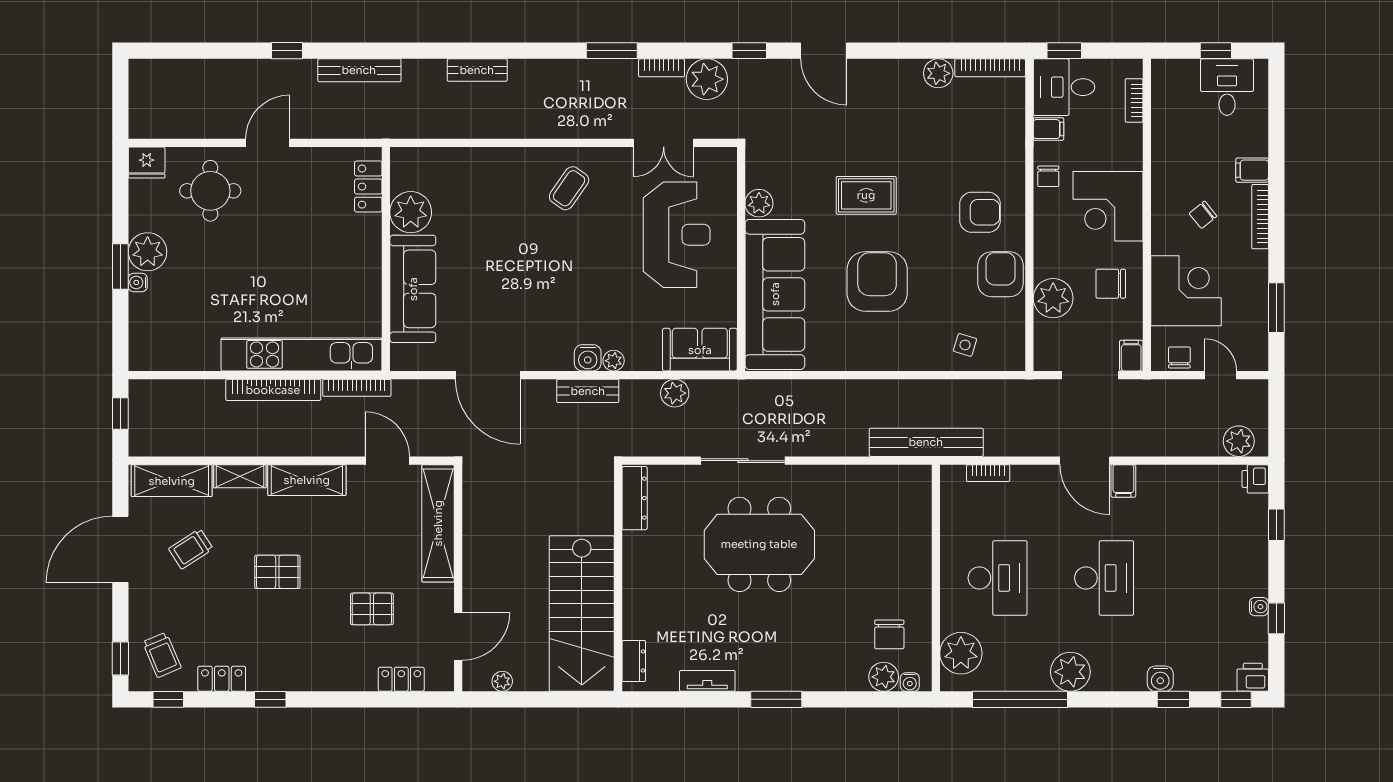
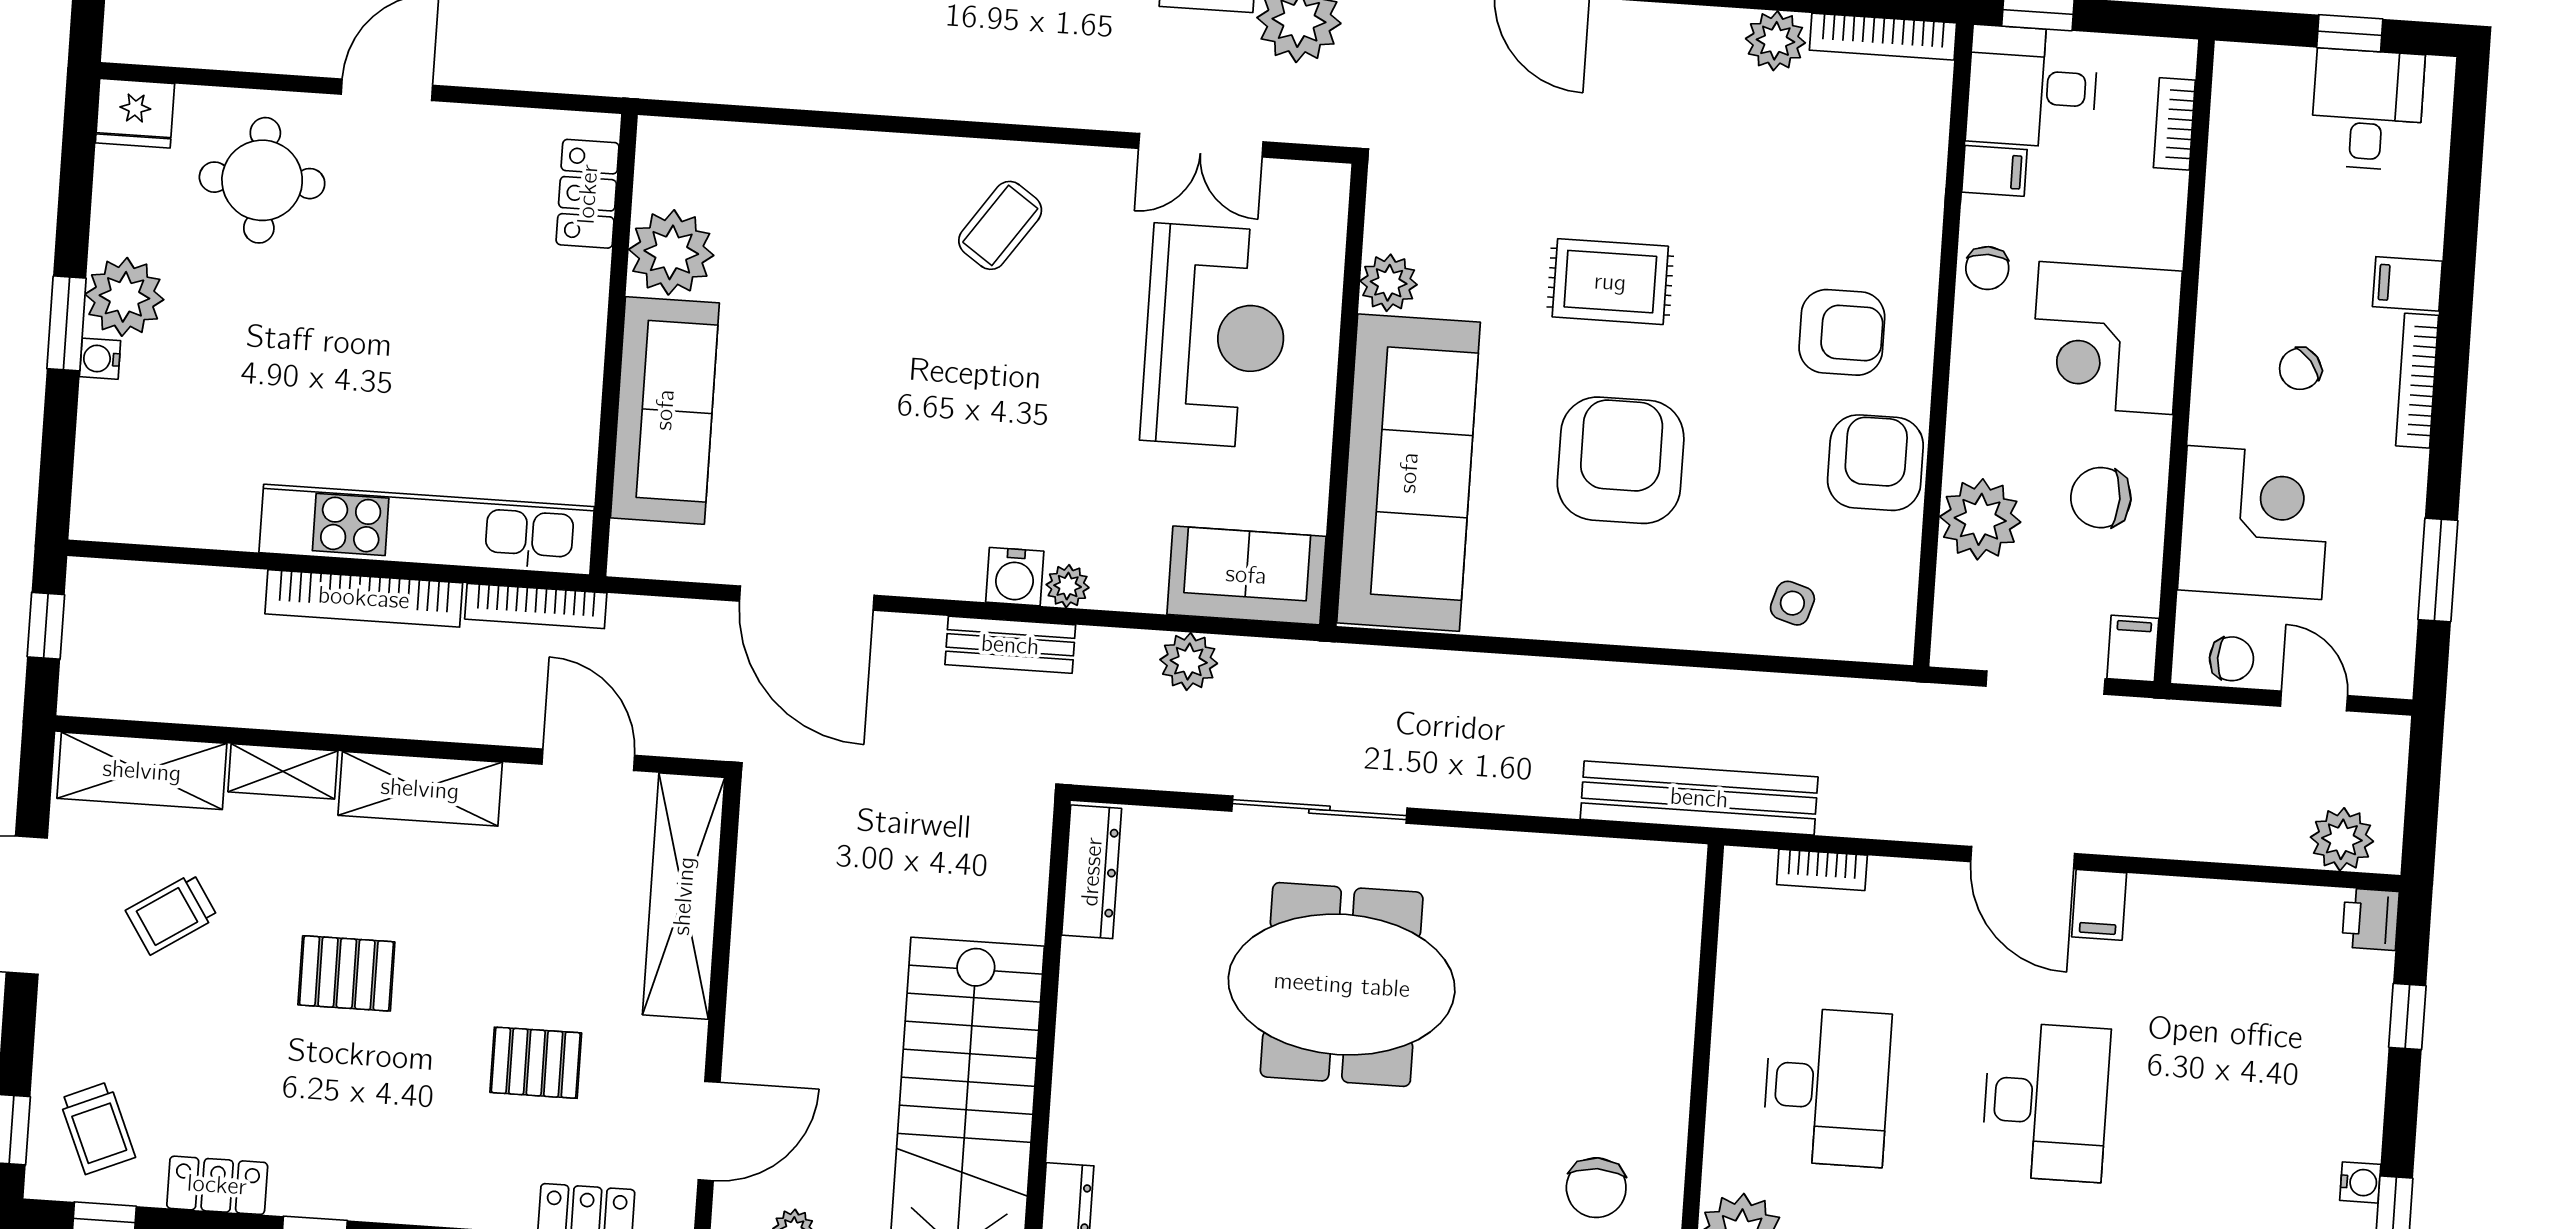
chair: (1179, 357) -> (2232, 659), turned 90

